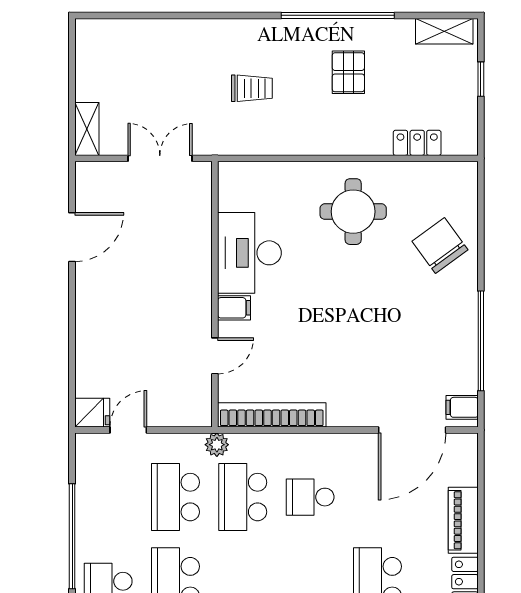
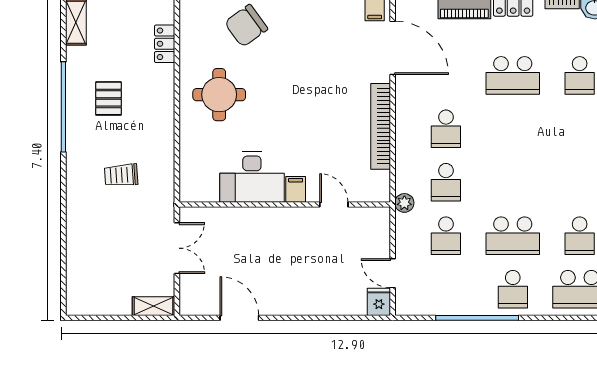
pallet: (348, 72) -> (108, 98), turned 90
trolley: (252, 88) -> (121, 175), turned -94
double door: (160, 158) -> (177, 248), swing flipped
bookcase: (272, 415) -> (381, 126), moved
school desk: (175, 497) -> (446, 236), width x0.54
school desk: (243, 497) -> (446, 182), width x0.54

